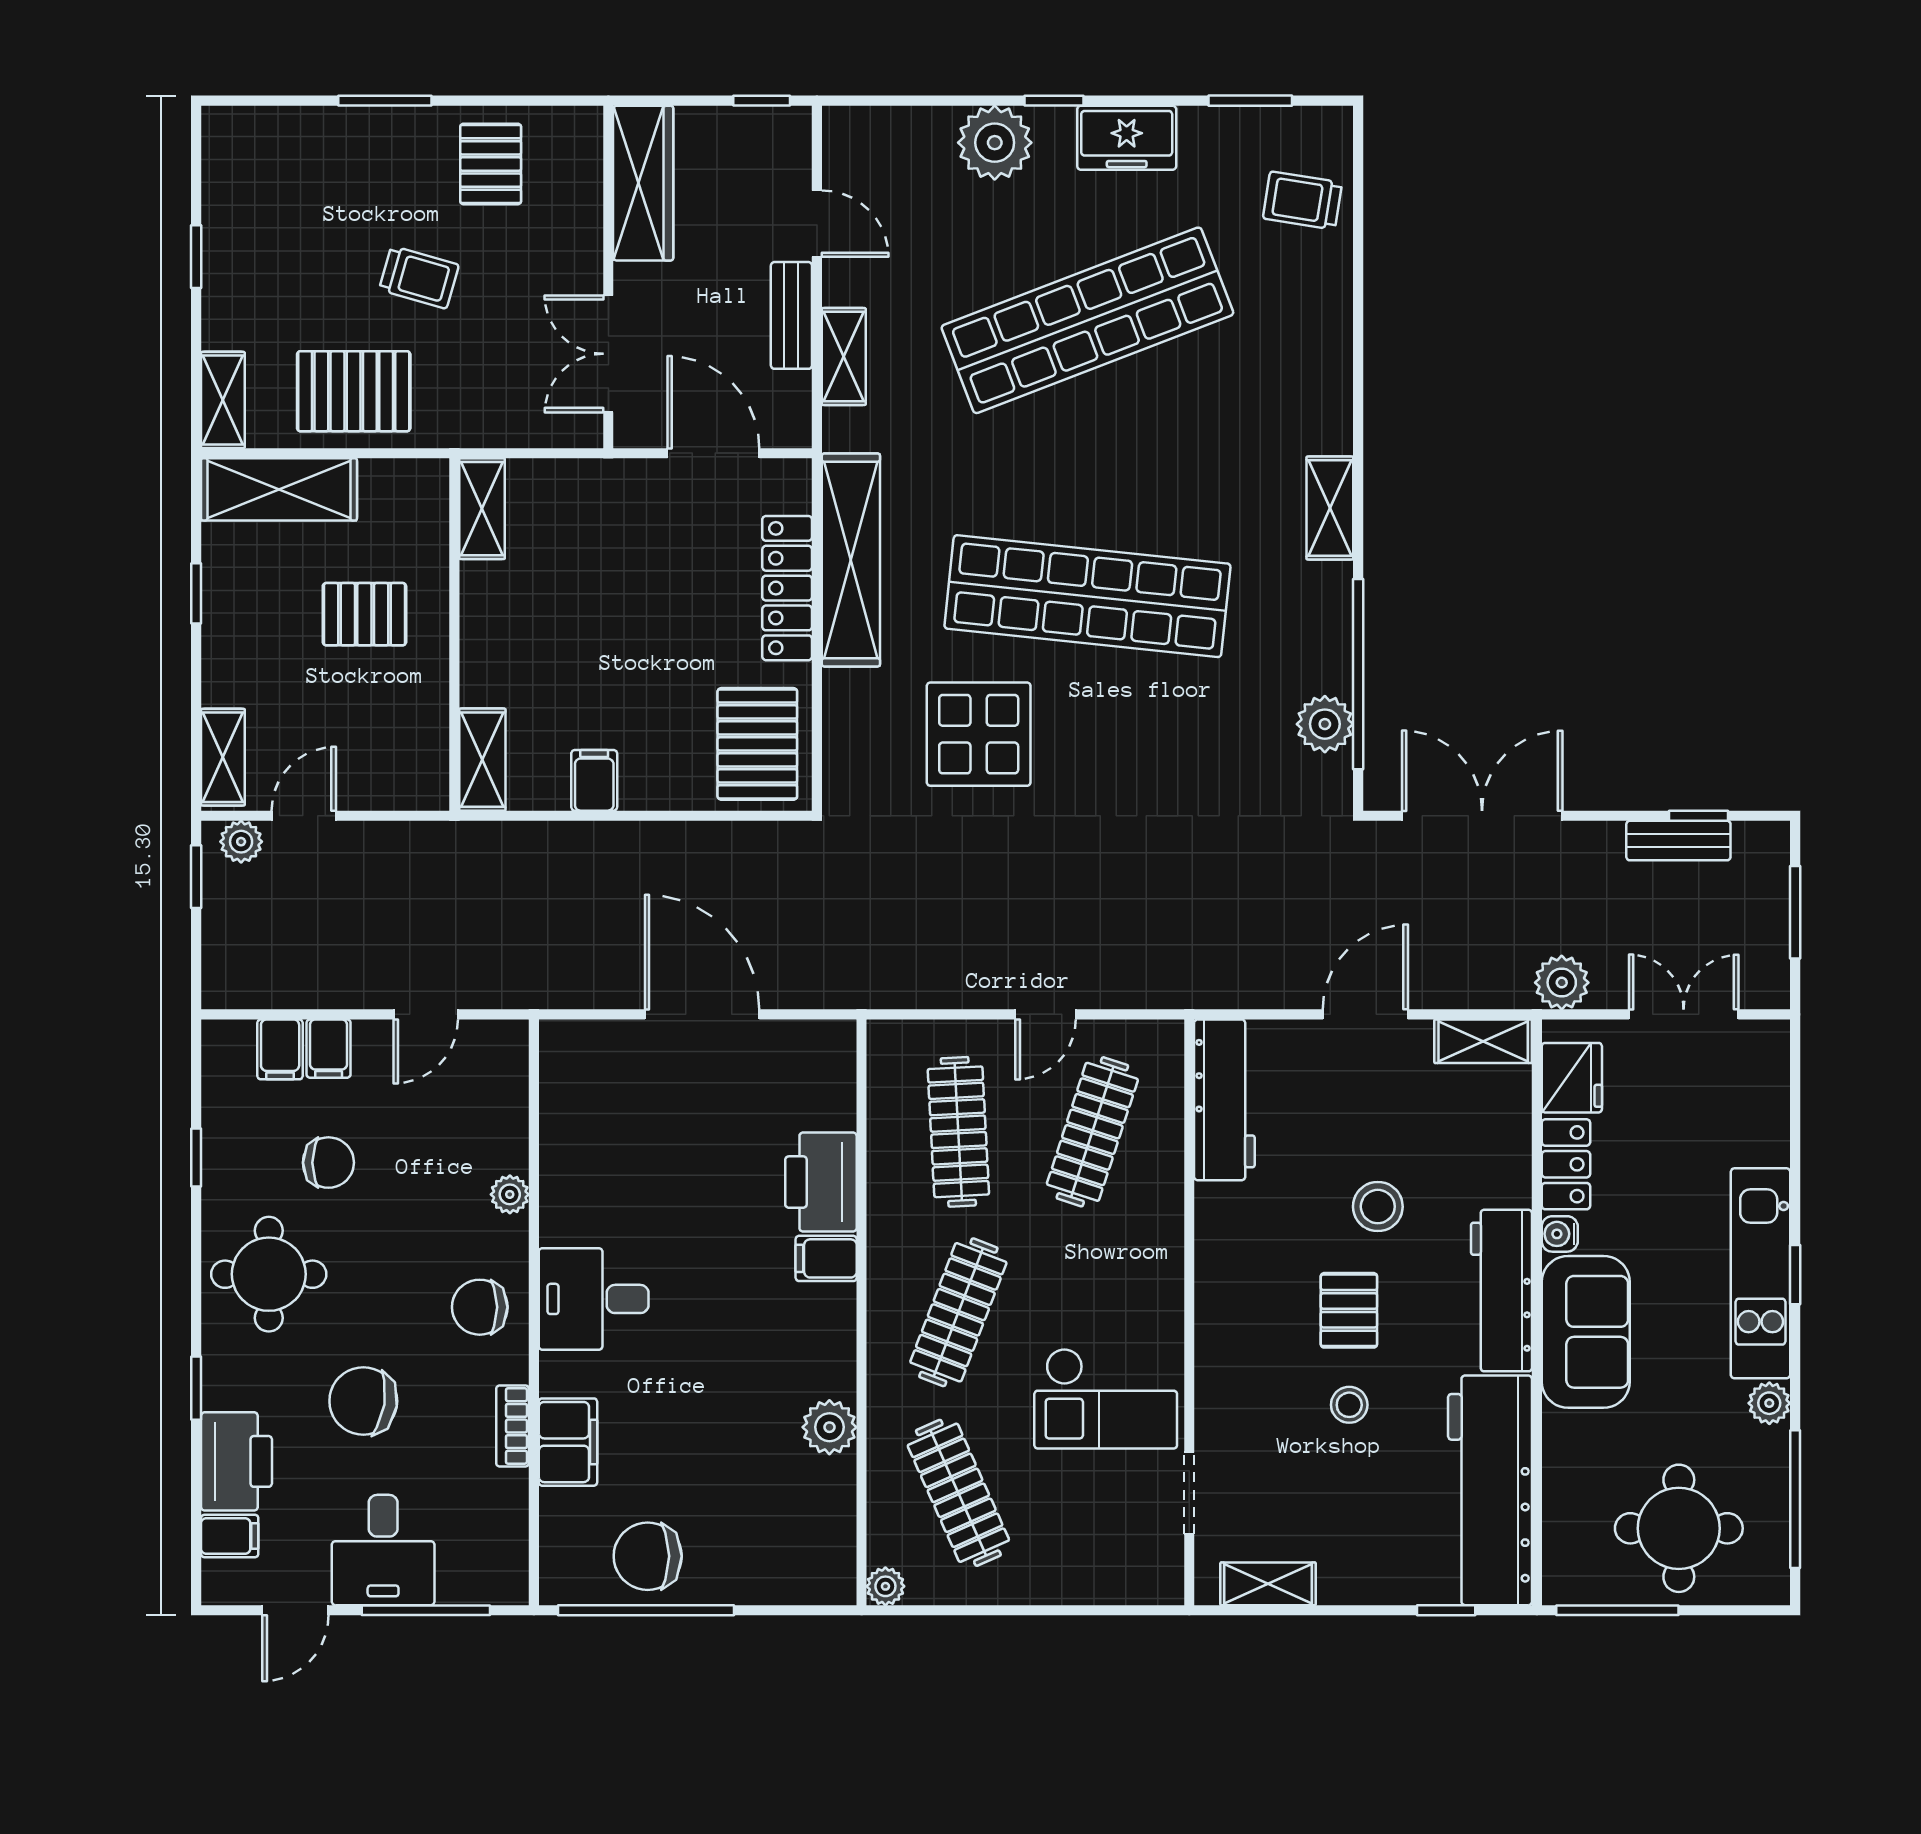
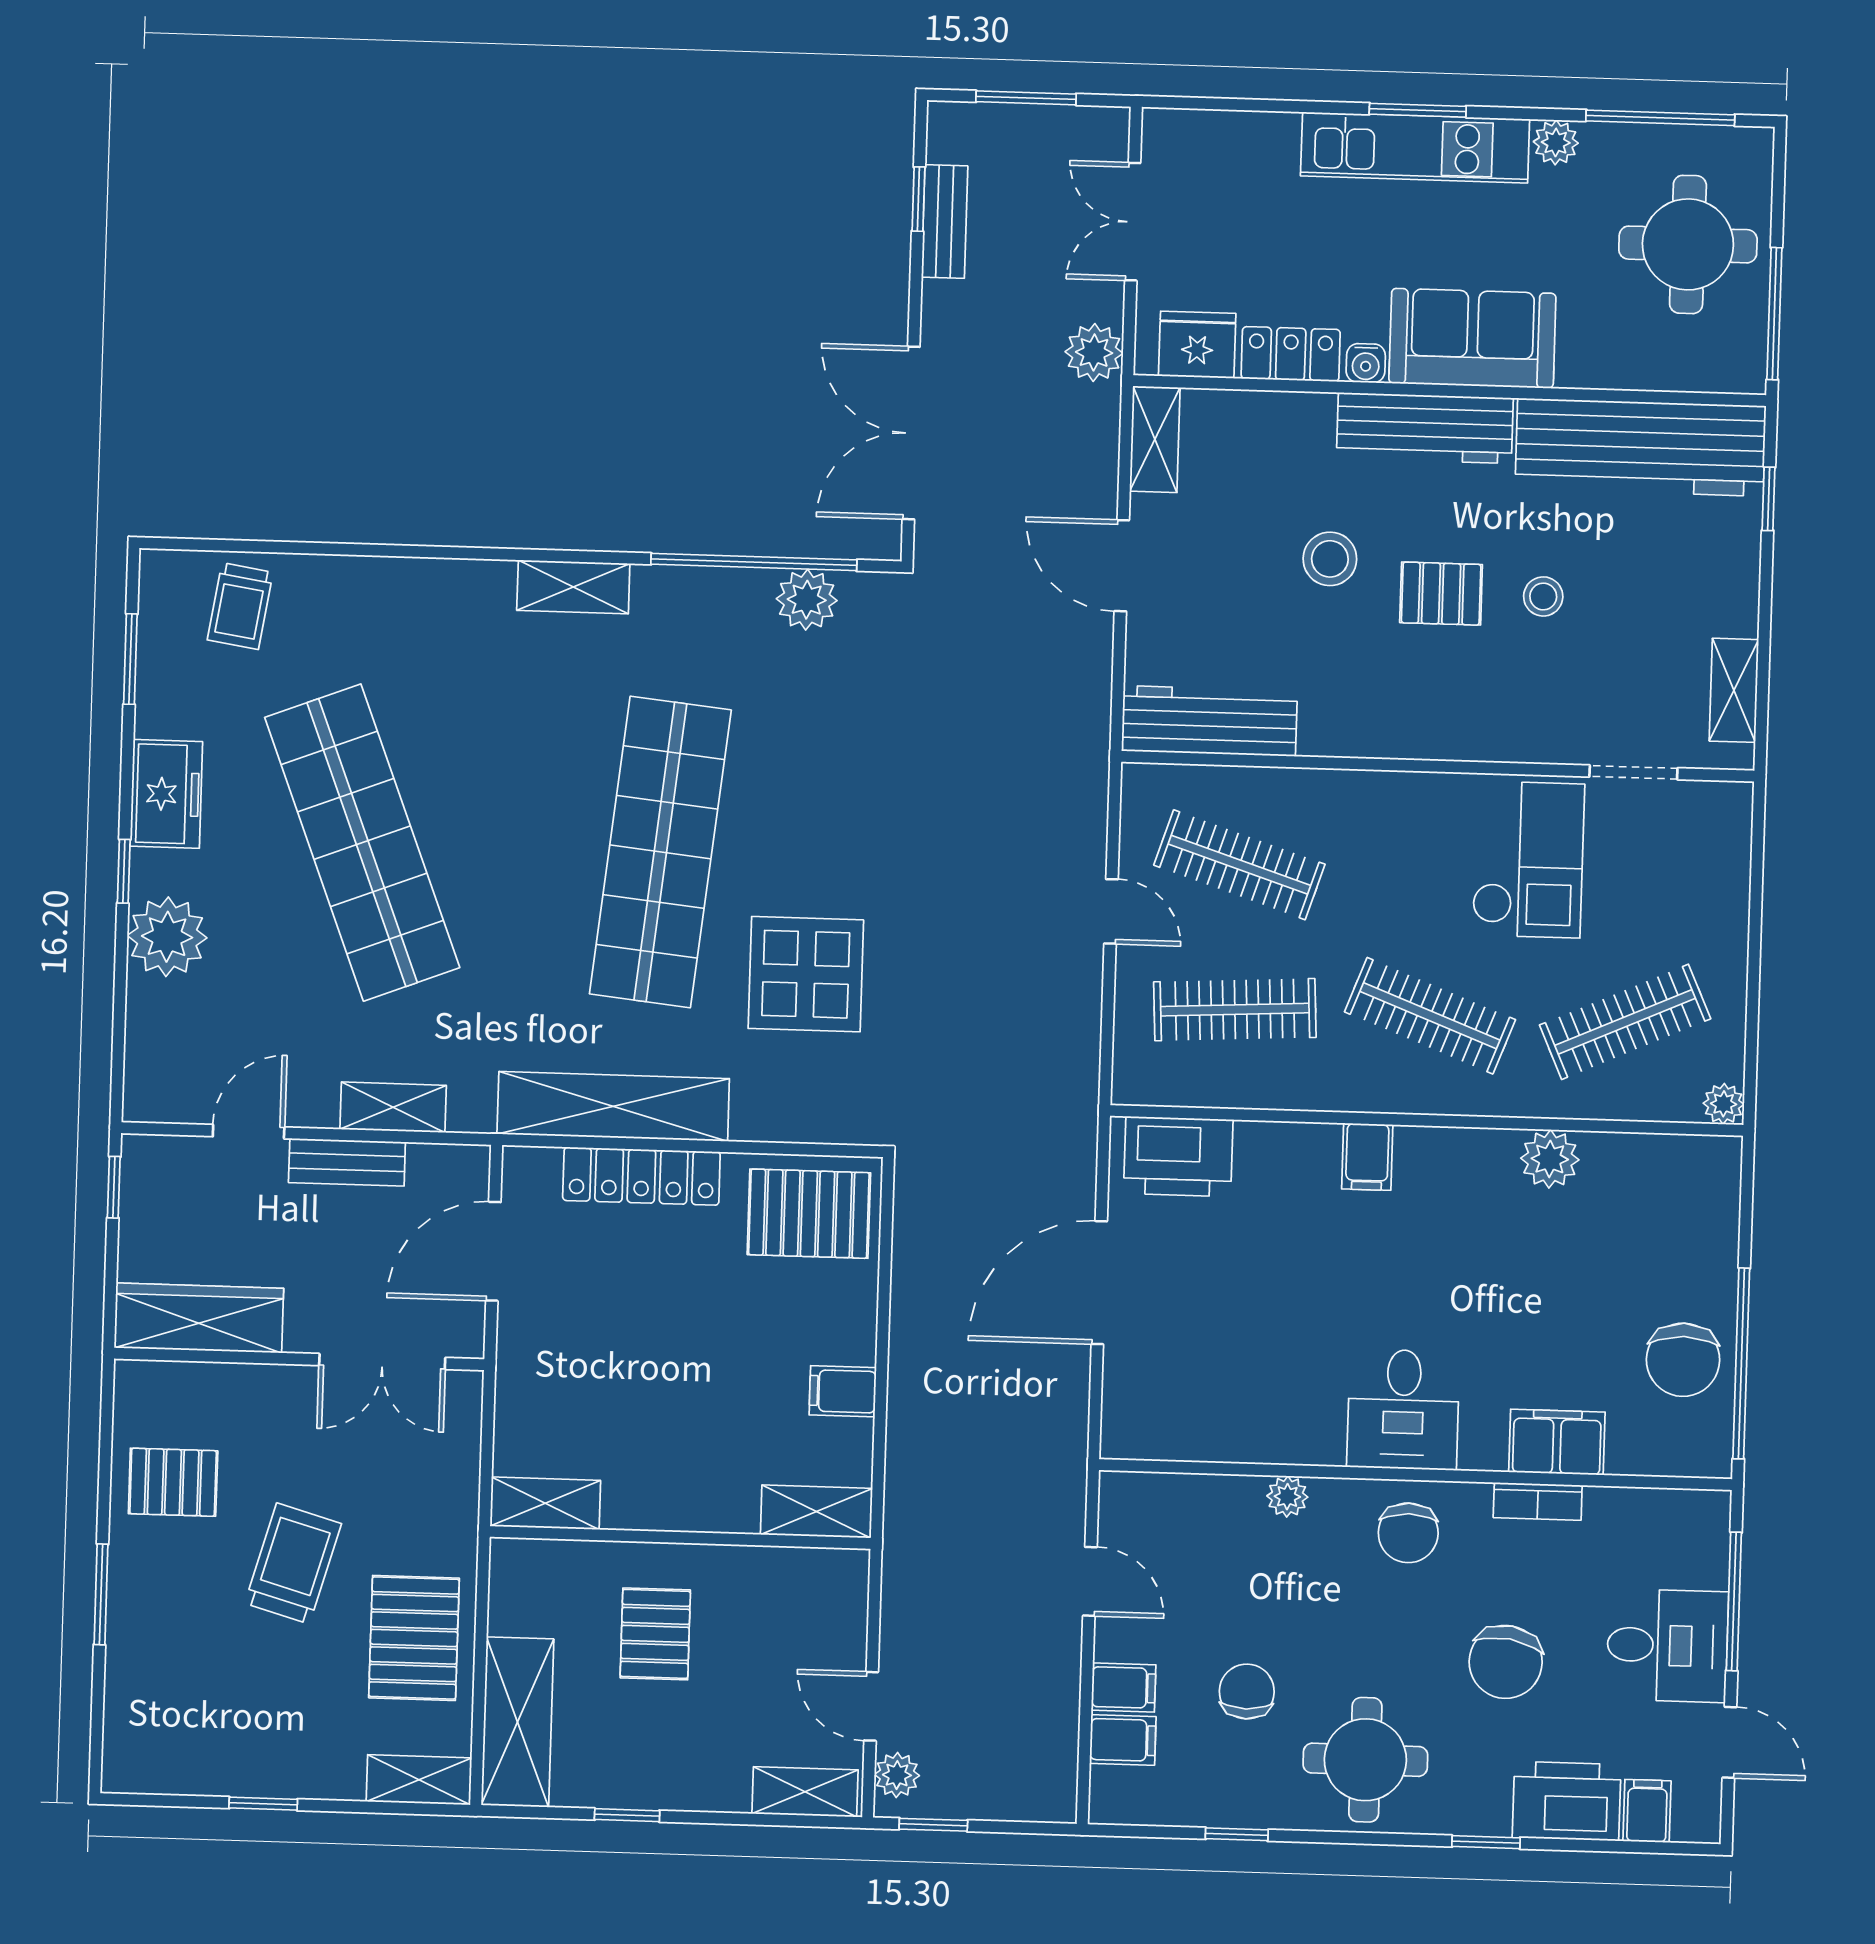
trolley: (419, 277) -> (293, 1563), width x1.36, depth x1.39
printer: (821, 1182) -> (1178, 1157), moved
window: (1795, 1275) -> (1418, 110), width x1.50

